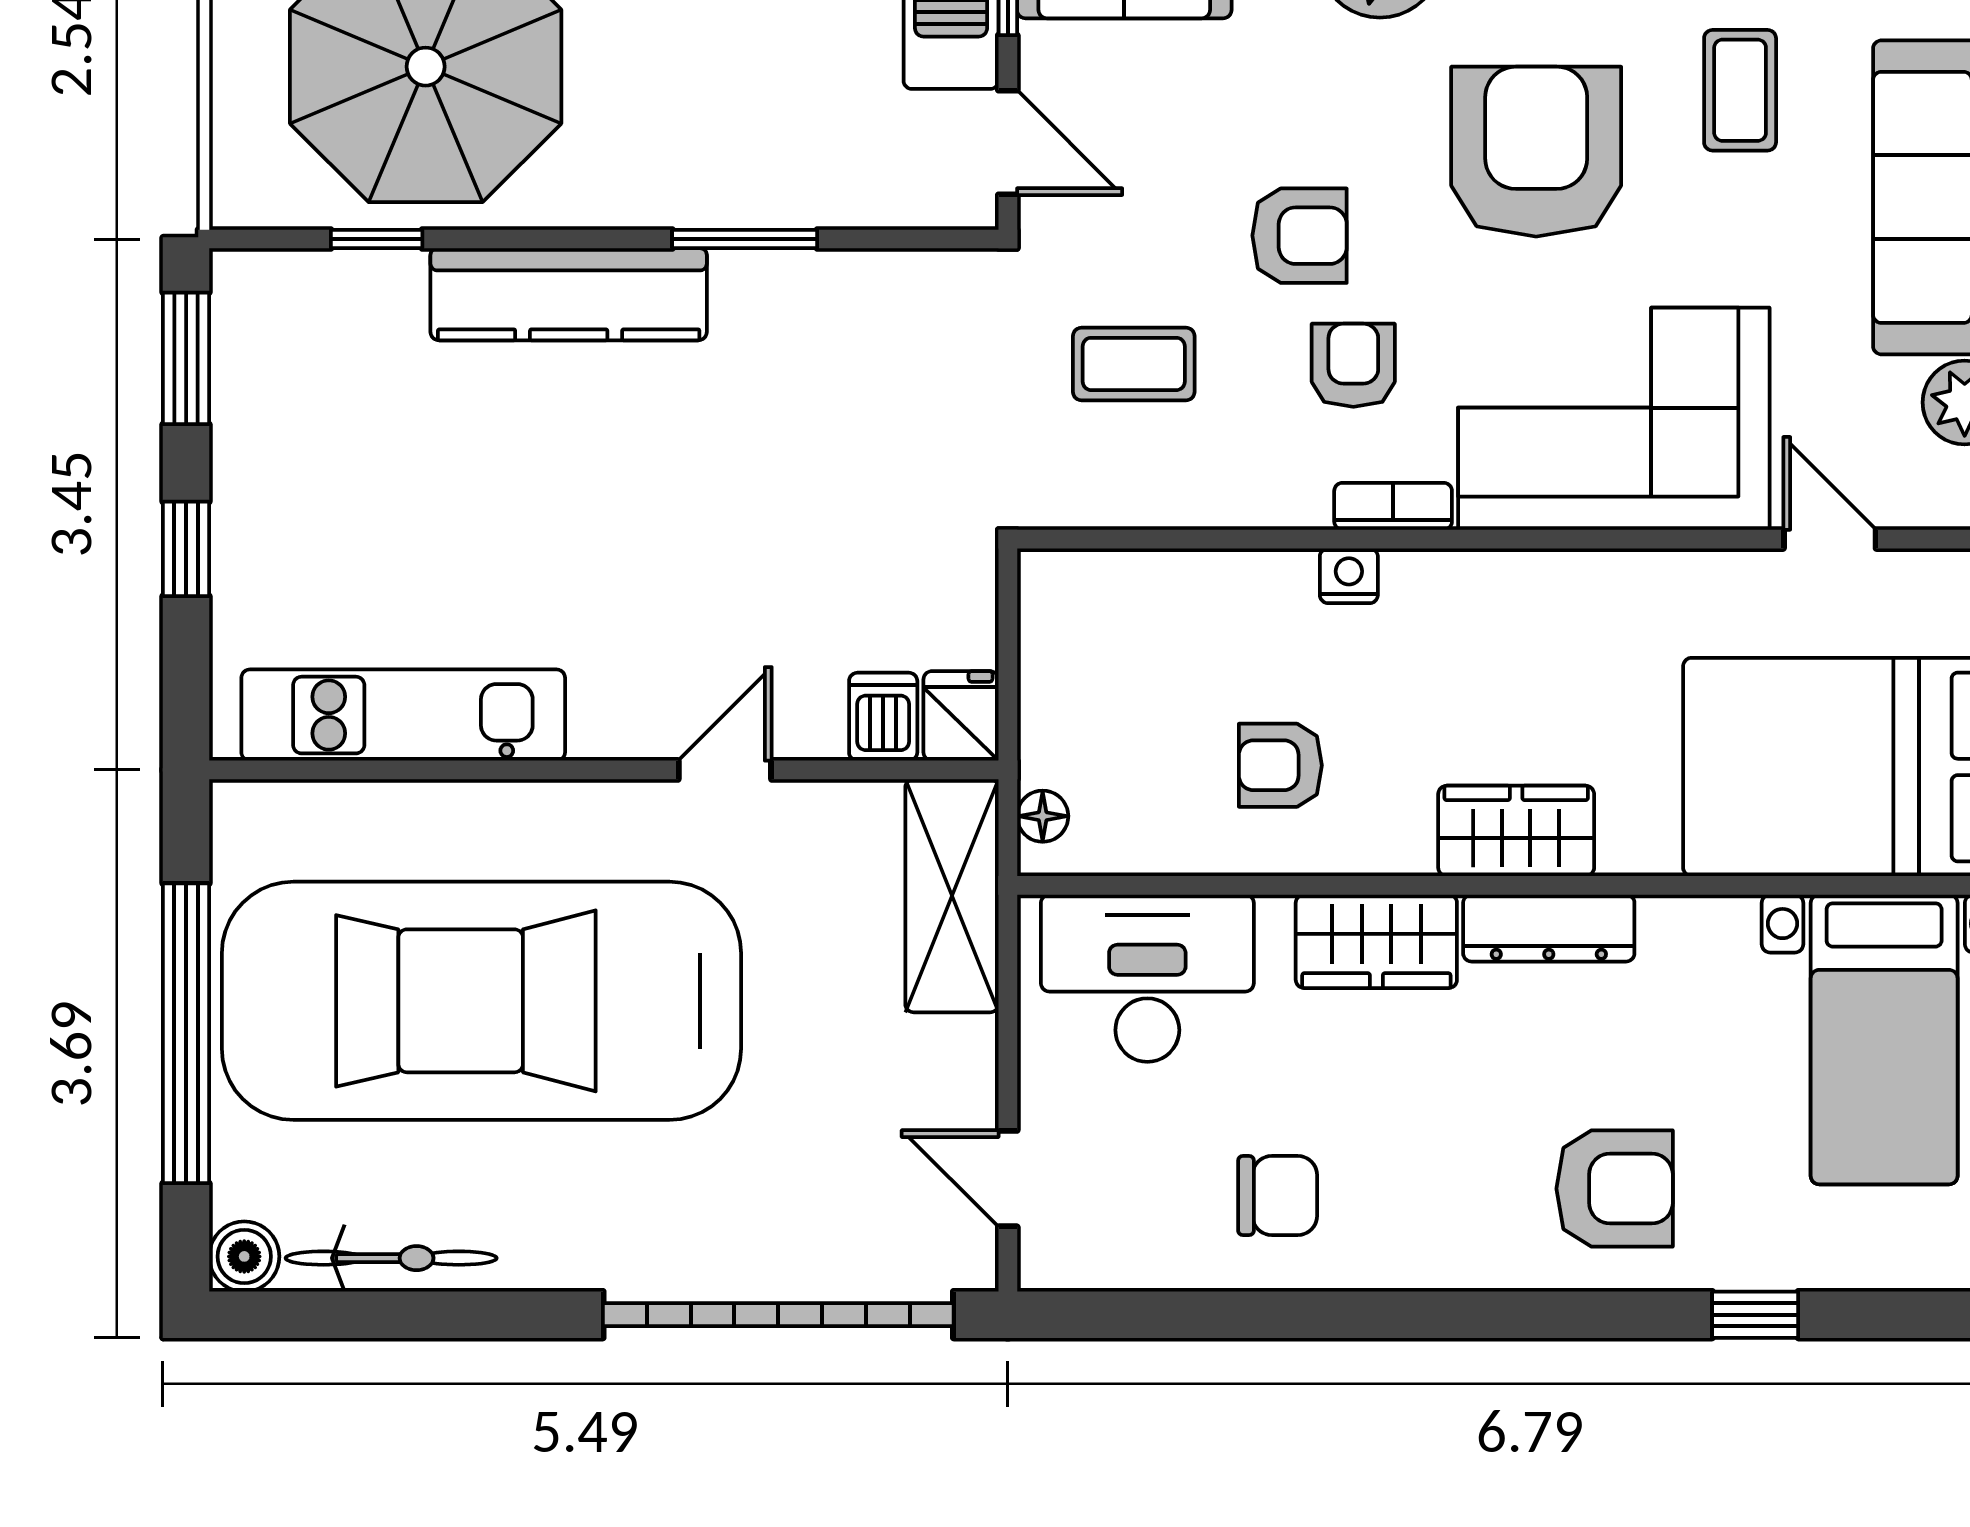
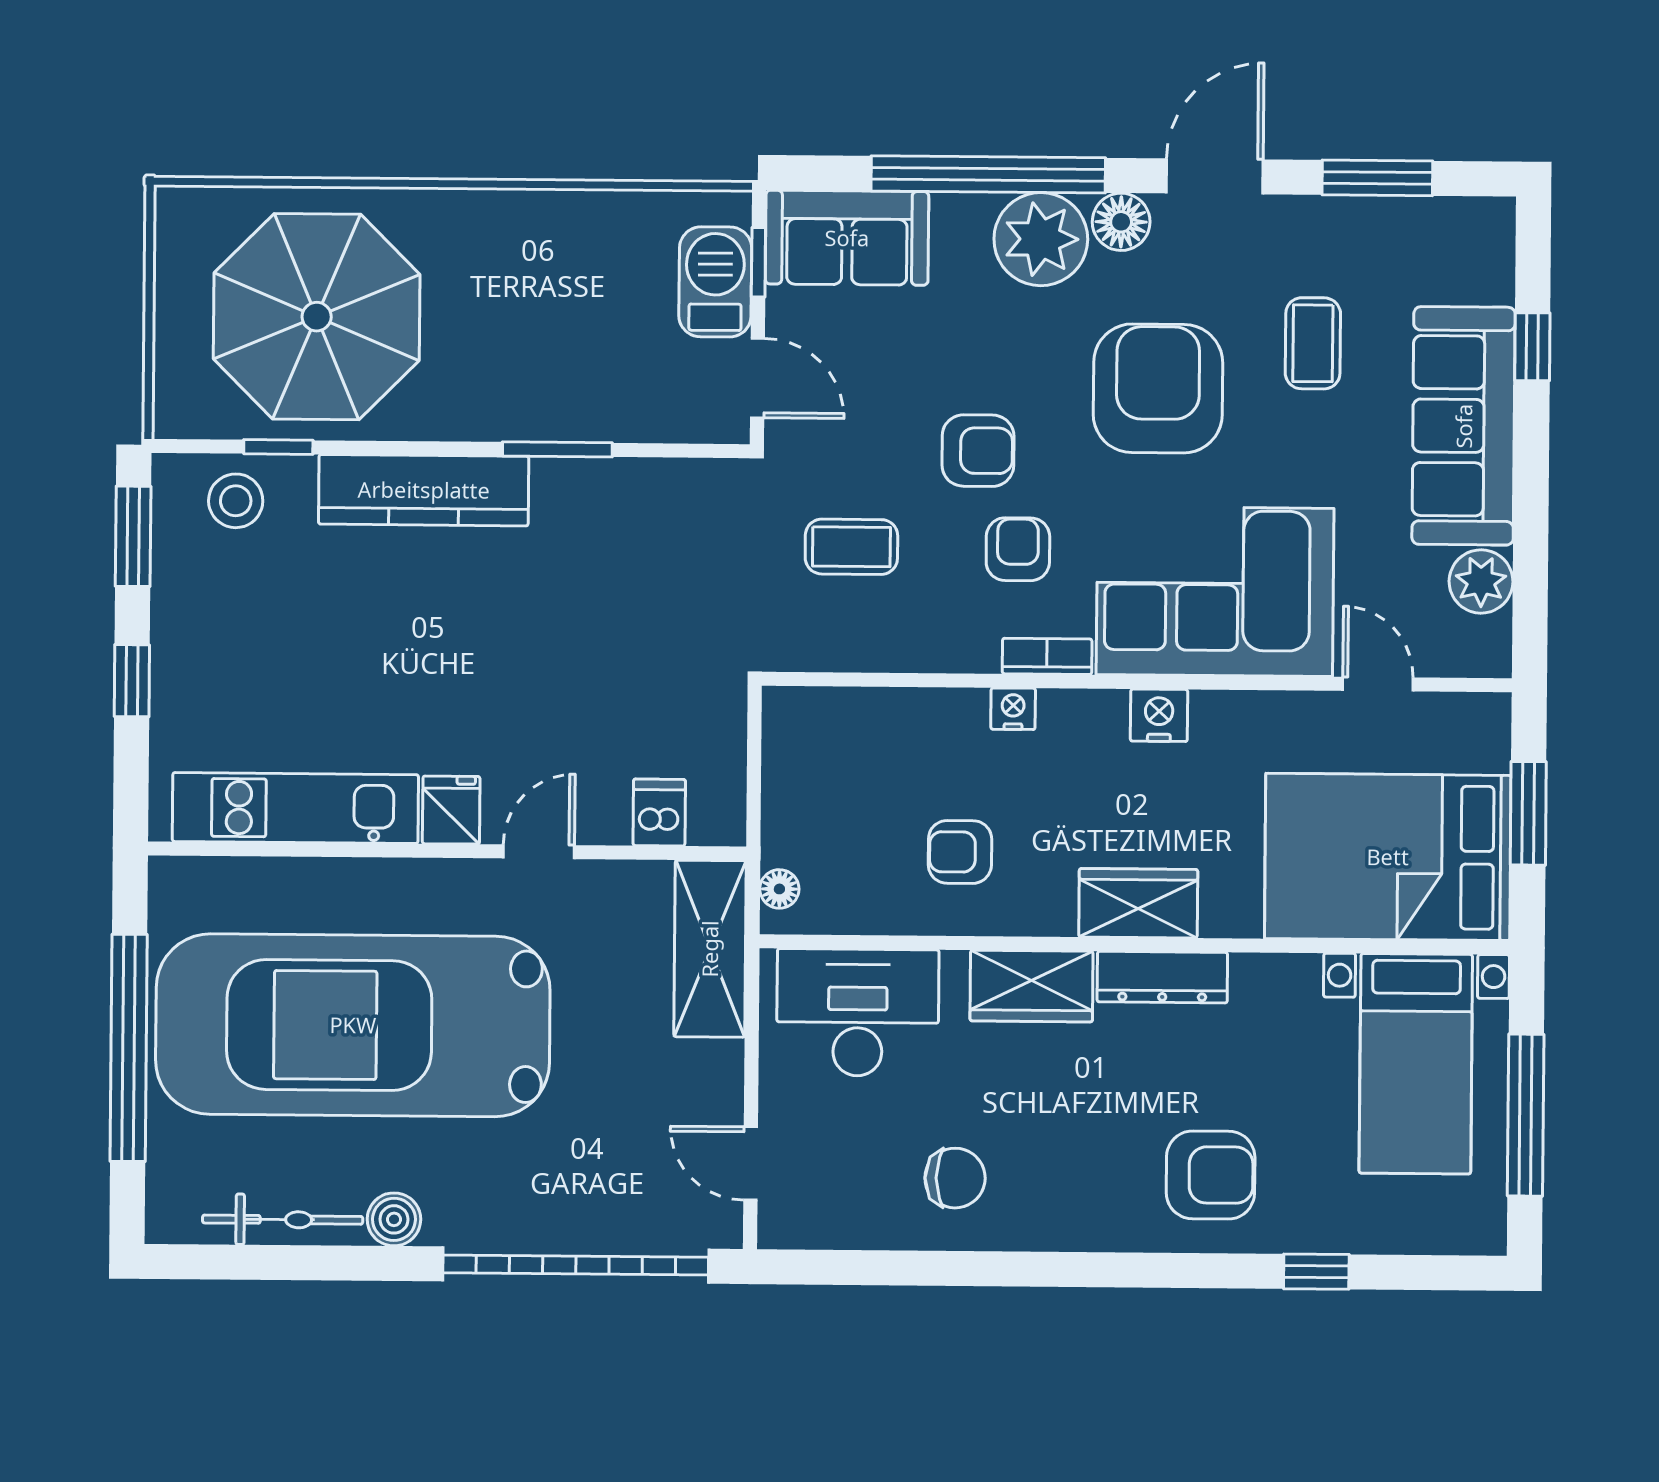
stool: (321, 310) -> (236, 501), added
nightstand: (1541, 583) -> (1159, 715), added
fridge: (961, 716) -> (451, 810), moved
boiler: (244, 1256) -> (394, 1219), moved

